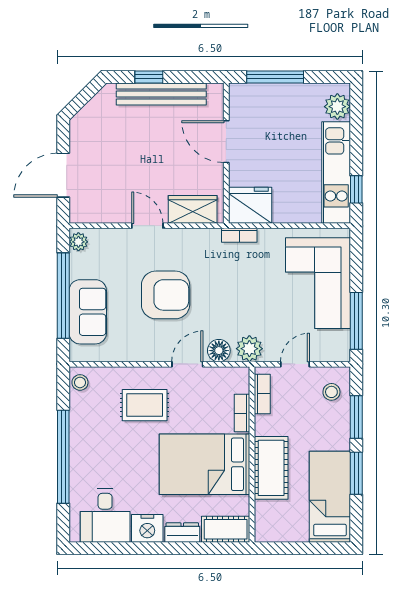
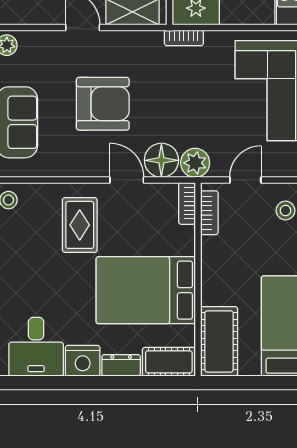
floor lamp: (219, 351) -> (161, 160), width x1.38, depth x1.38
door: (187, 364) -> (127, 180), hinge flipped
rug: (145, 405) -> (80, 225), turned 90
bookcase: (242, 413) -> (187, 203), moved
cot: (271, 468) -> (219, 341), moved

